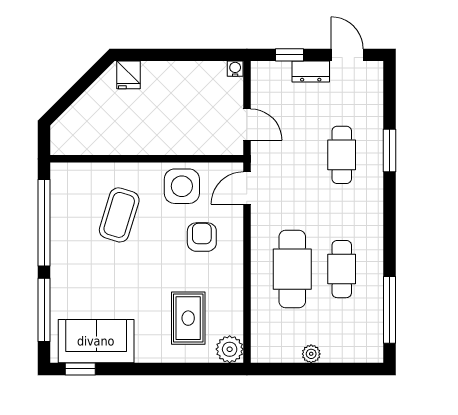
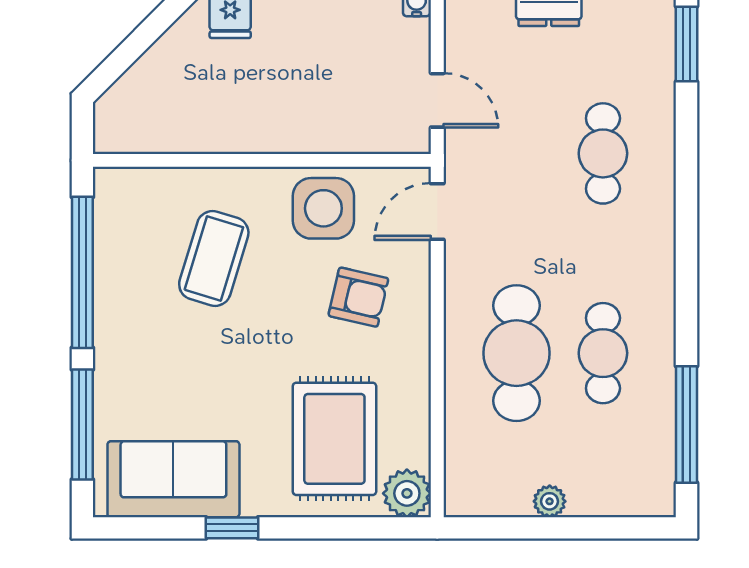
window: (389, 151) -> (686, 44), moved
armchair: (202, 237) -> (358, 297), turned 103
rug: (188, 318) -> (334, 439), width x1.36, depth x1.43
window: (80, 369) -> (232, 528), moved

